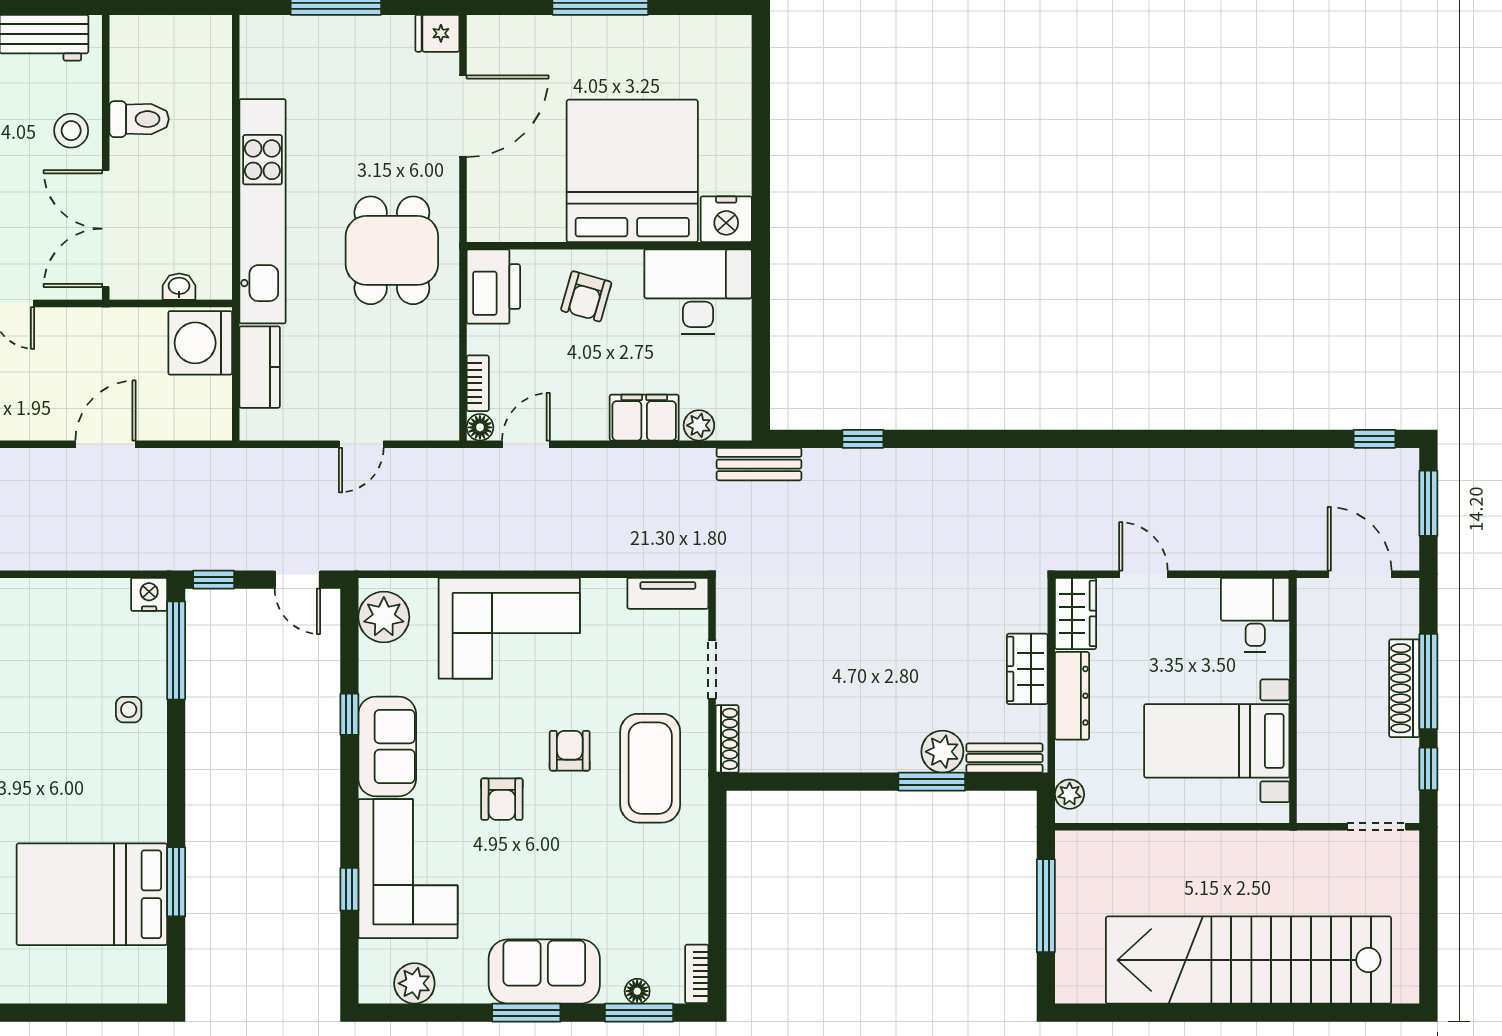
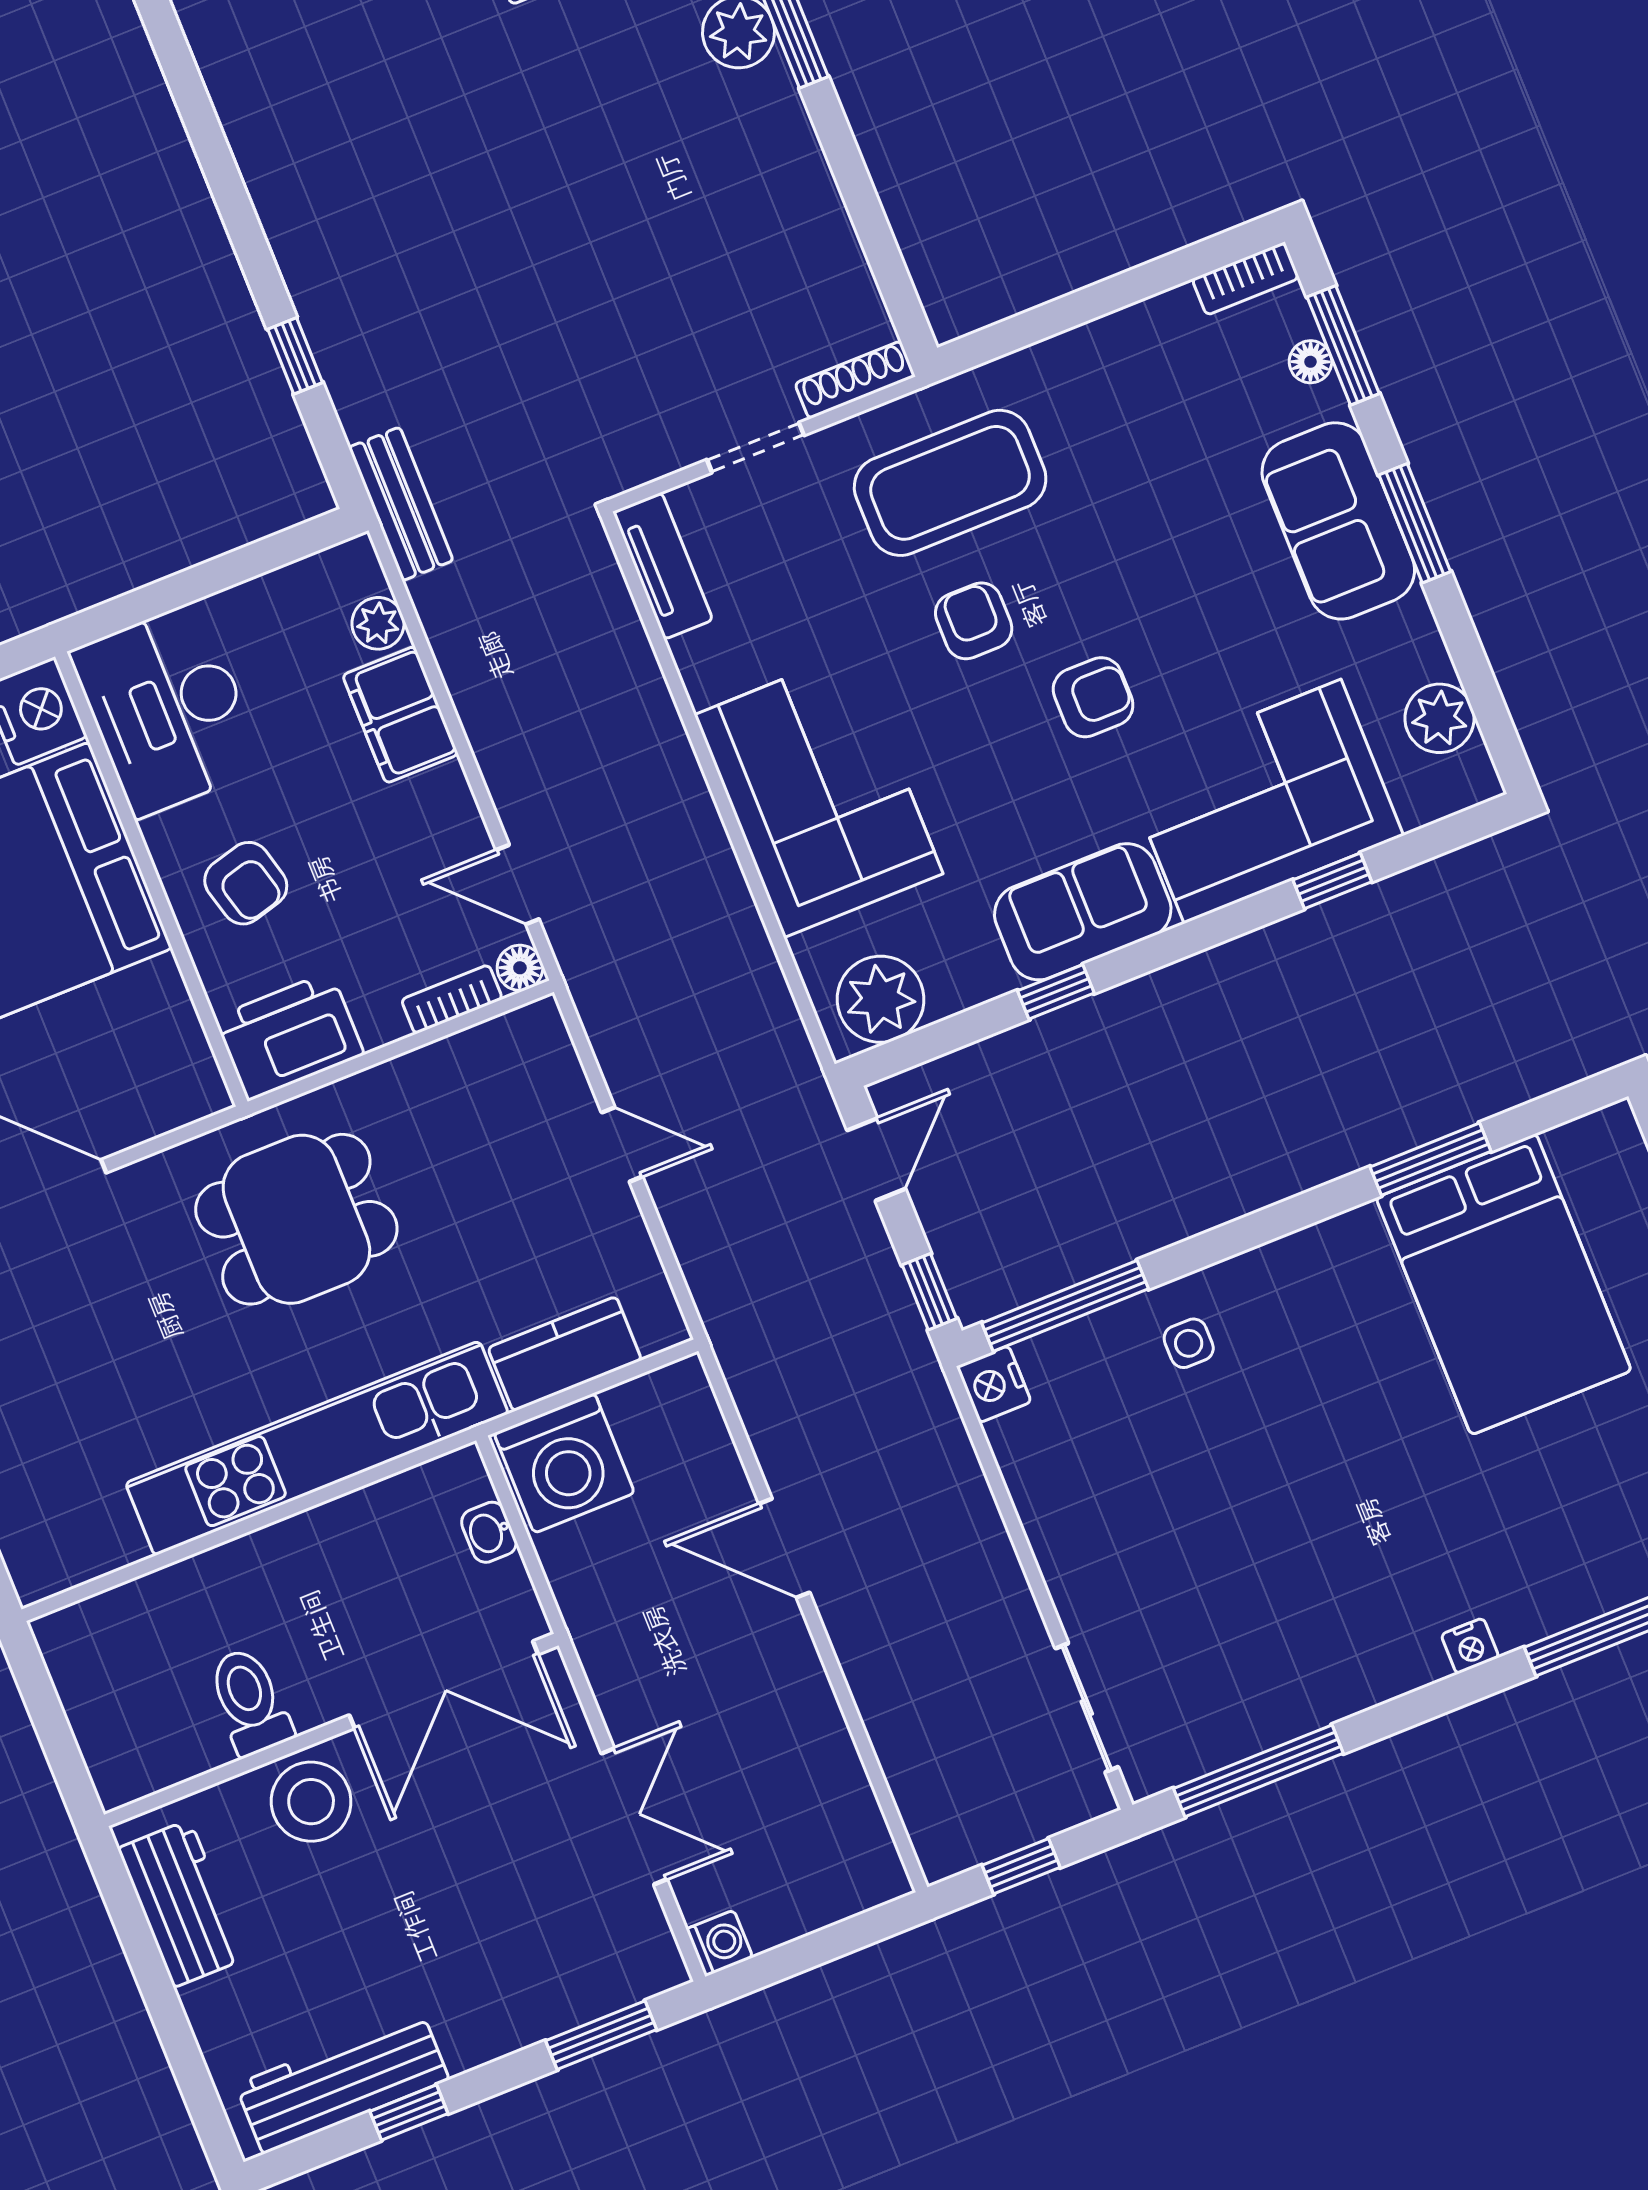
stool: (71, 131) -> (311, 1802), width x1.38, depth x1.38
armchair: (586, 296) -> (246, 883), turned 59
armchair: (570, 751) -> (974, 621), turned 90

